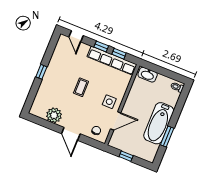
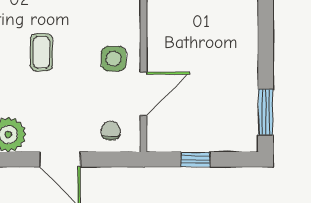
bathtub: (159, 123) -> (237, 62), removed
window: (167, 137) -> (266, 112), moved

